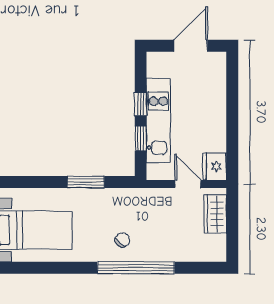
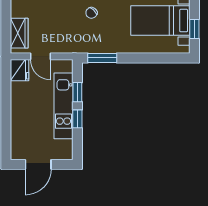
window: (86, 182) -> (102, 58), moved

